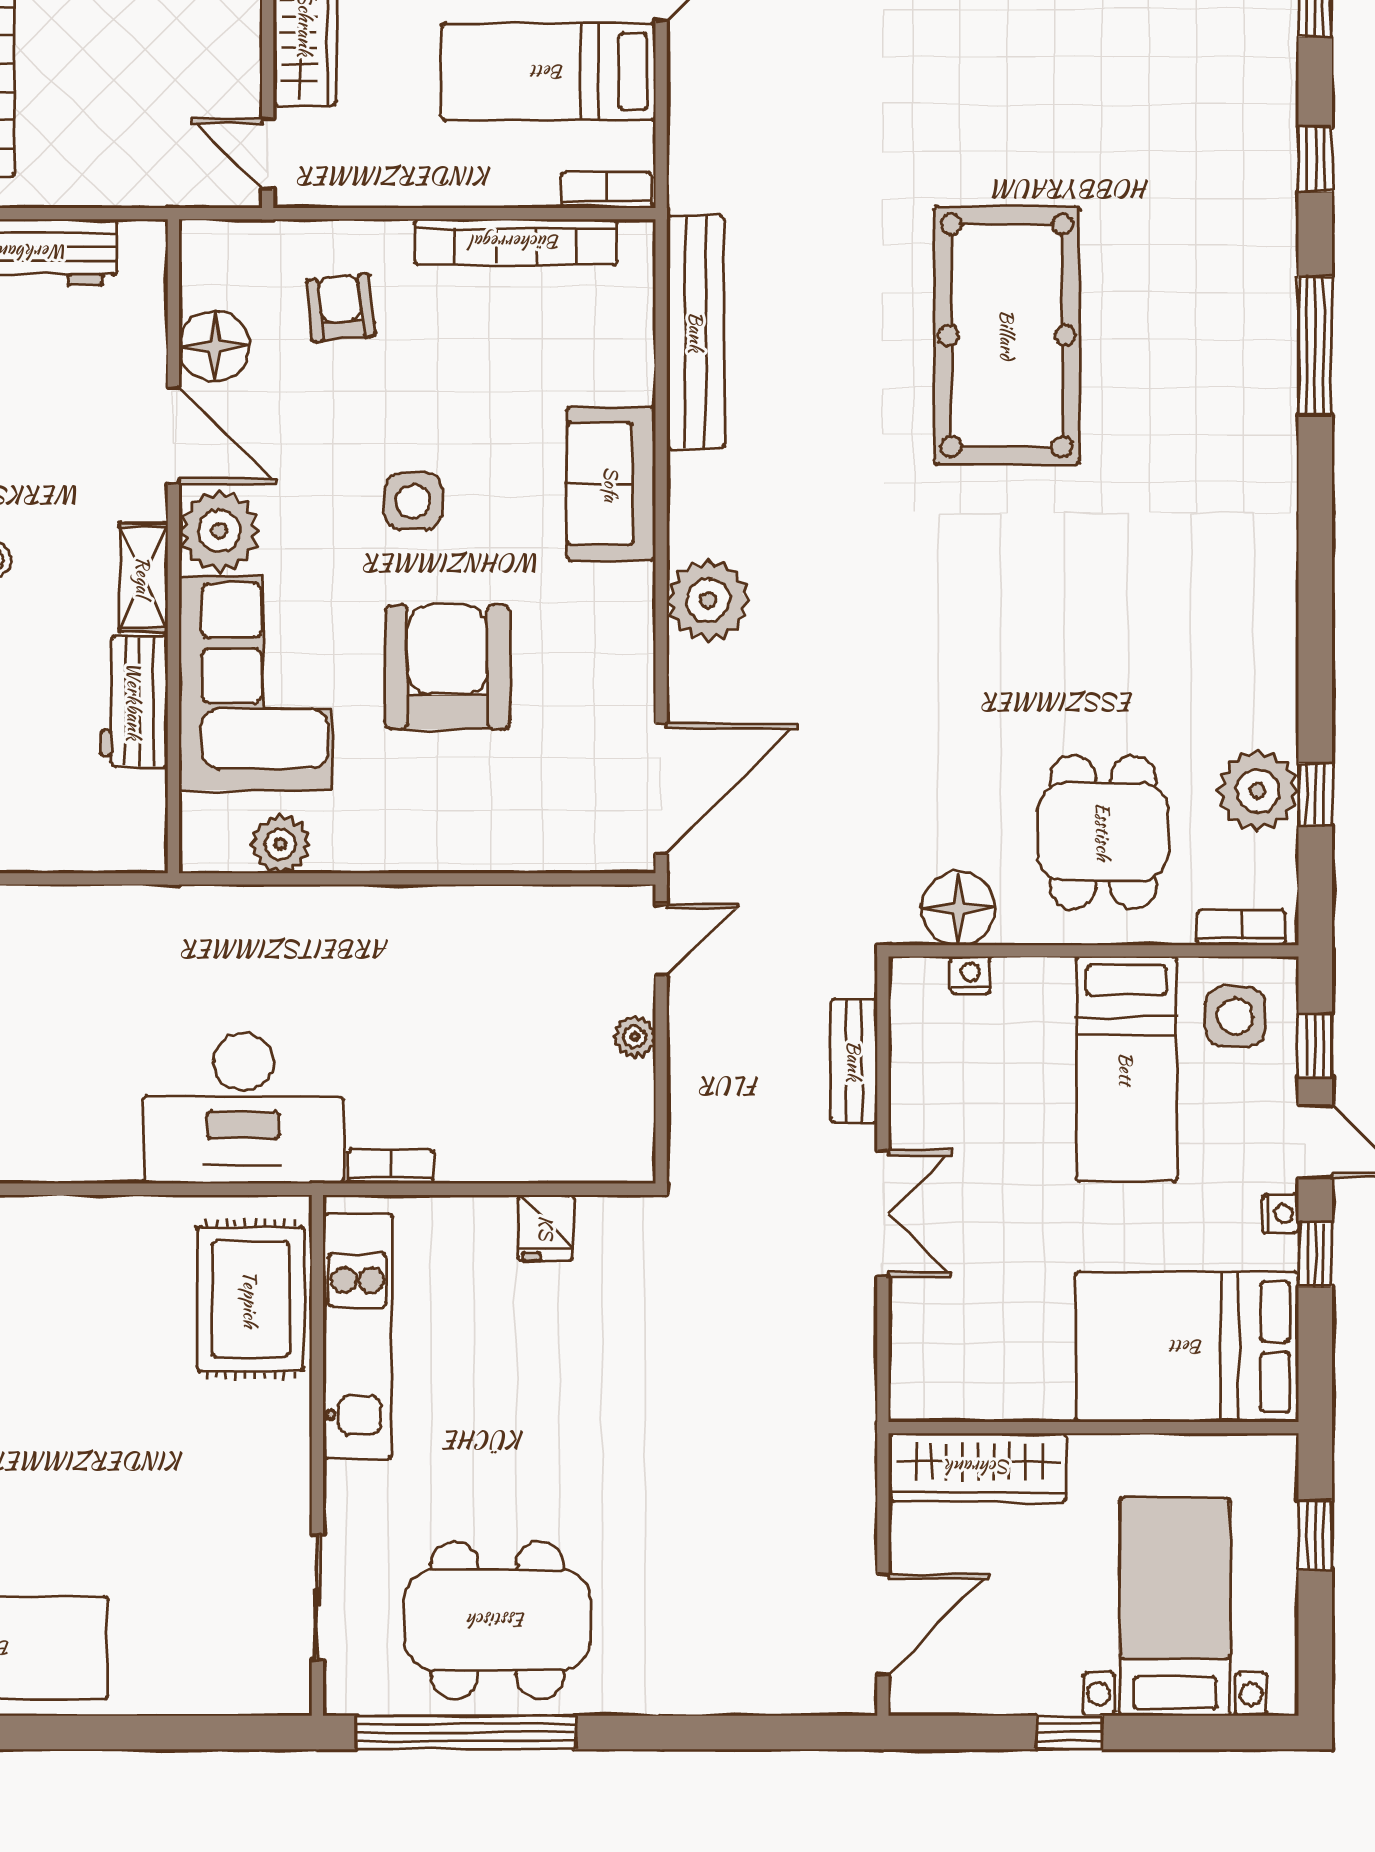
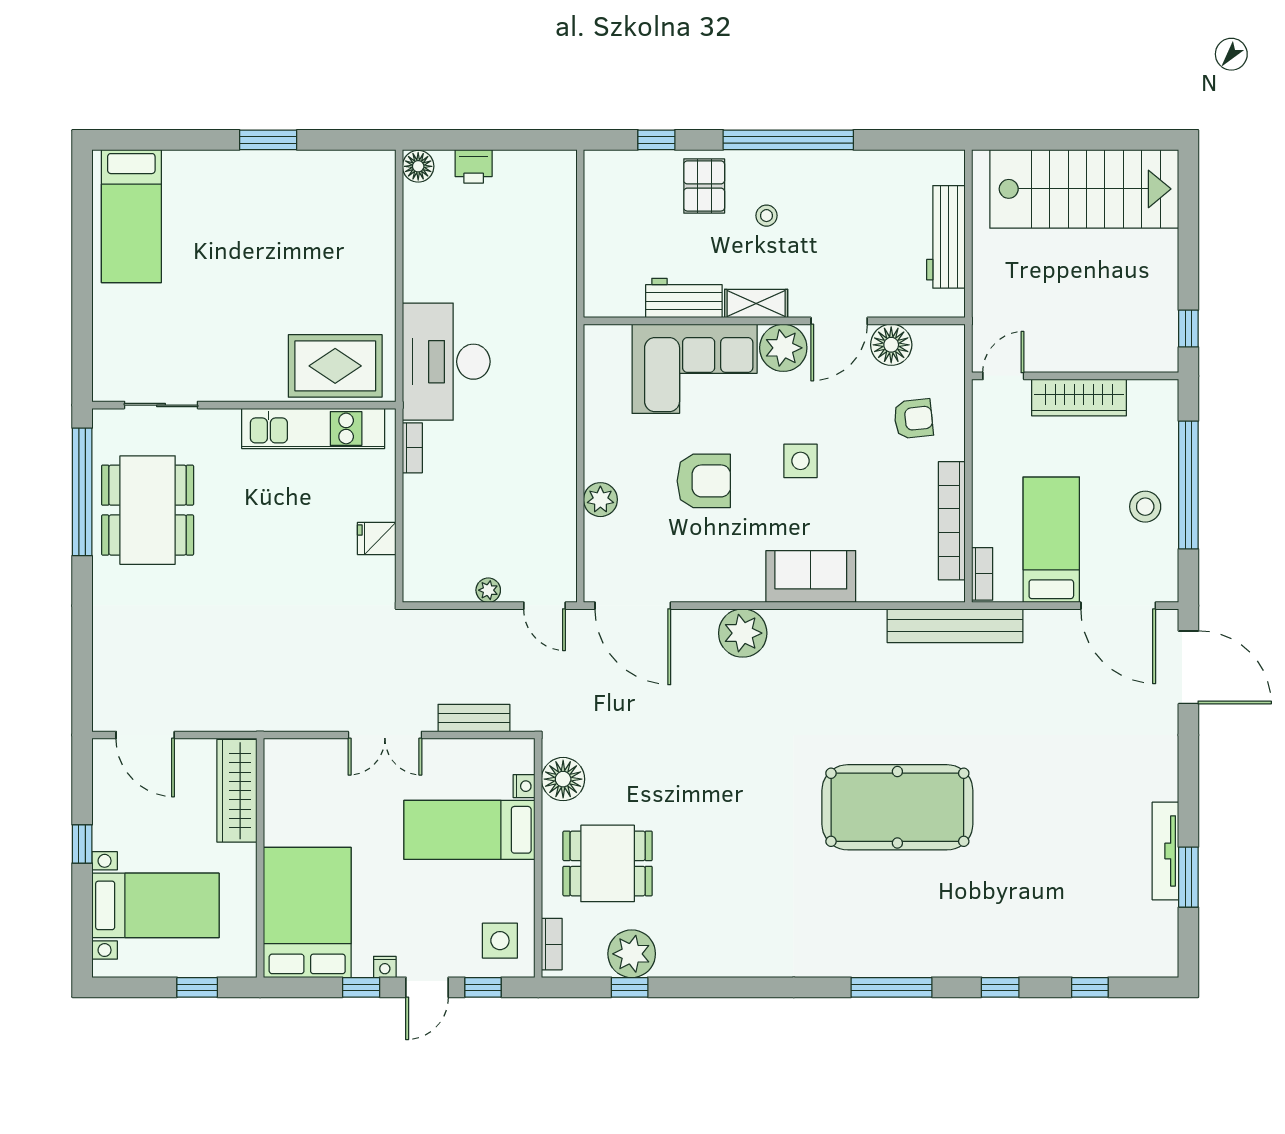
bench: (696, 332) -> (955, 626), moved
armchair: (447, 667) -> (704, 481), width x0.73, depth x0.73
plant: (280, 844) -> (600, 500), moved
bed: (1126, 1069) -> (469, 830), moved

